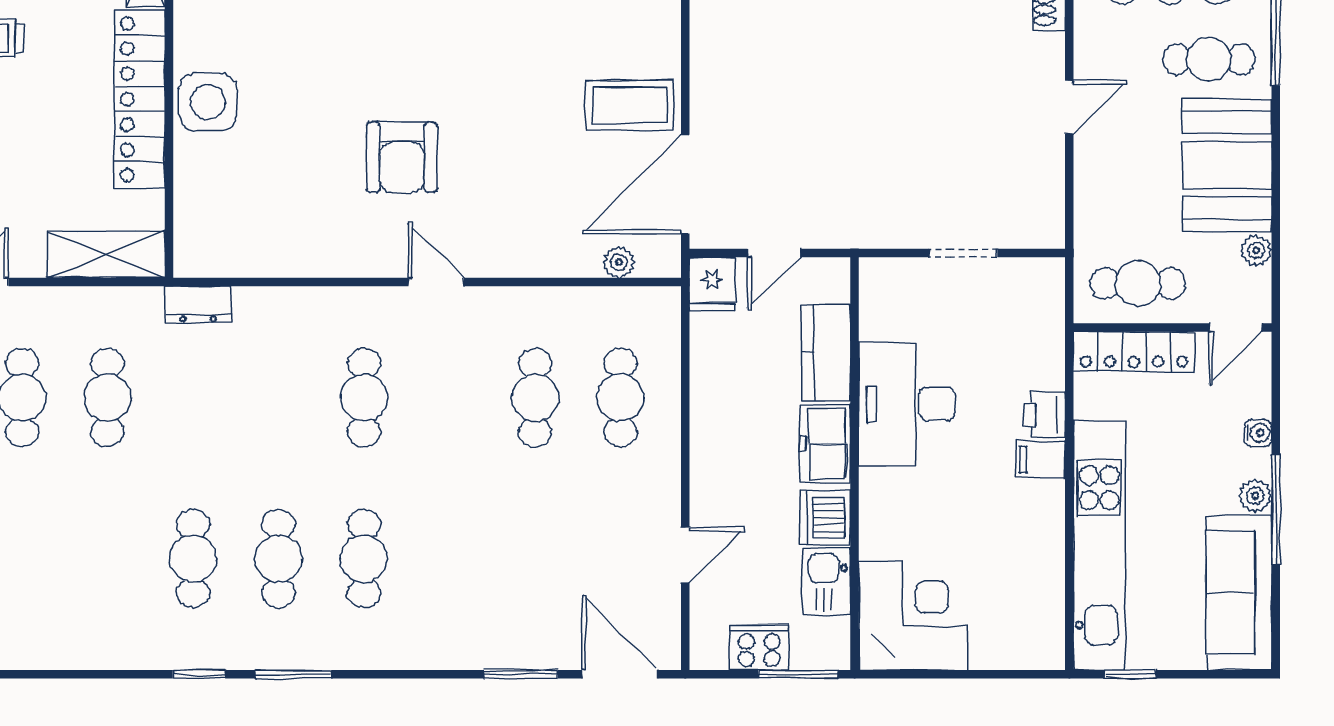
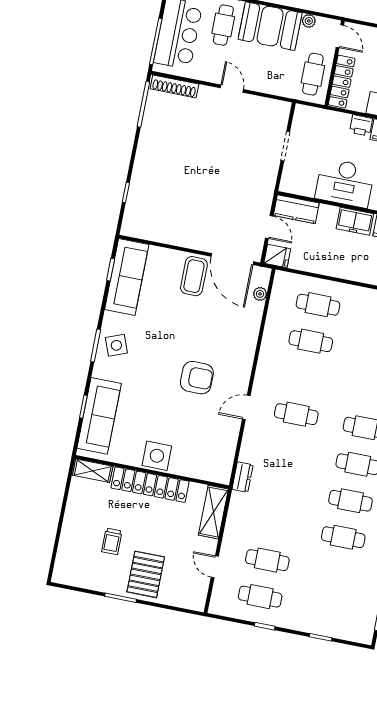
door: (436, 282) -> (246, 407), moved
kitchen counter: (826, 352) -> (296, 209), moved
cafe table: (108, 398) -> (343, 537), moved

